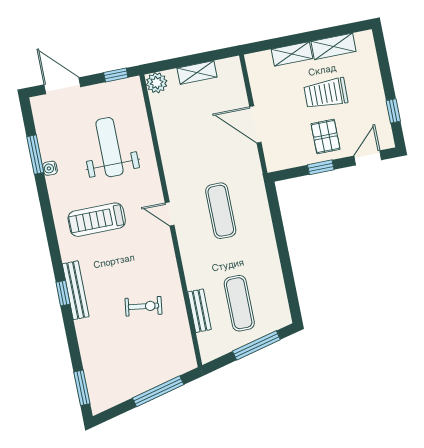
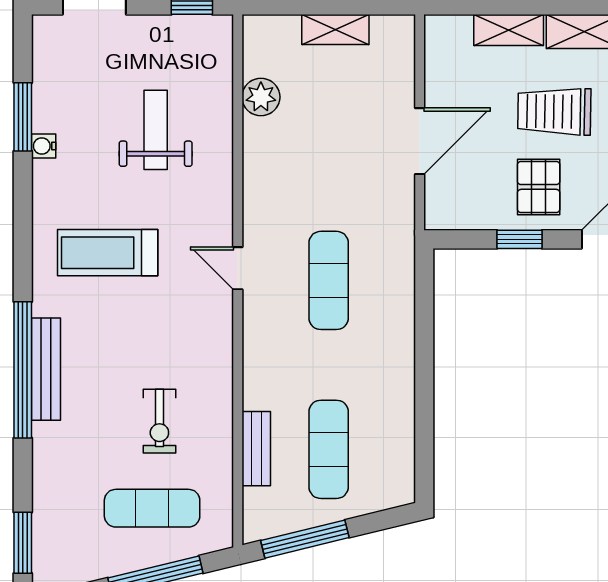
plant: (157, 83) -> (261, 97), moved
door: (255, 124) -> (420, 141), swing flipped
weight bench: (110, 147) -> (156, 130), width x0.73, depth x0.75
window: (63, 293) -> (23, 370), width x3.17
exercise bike: (143, 306) -> (159, 421), turned 82
window: (256, 345) -> (305, 539), moved
exercise mat: (149, 355) -> (152, 508), added

